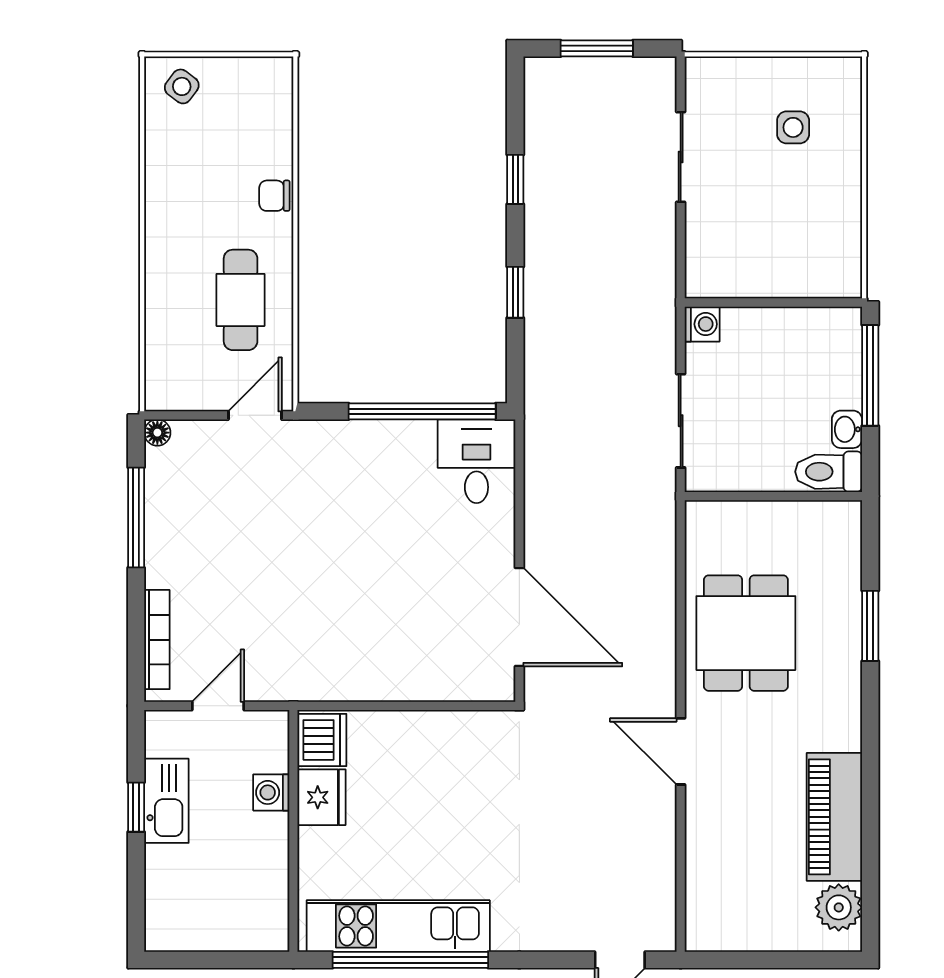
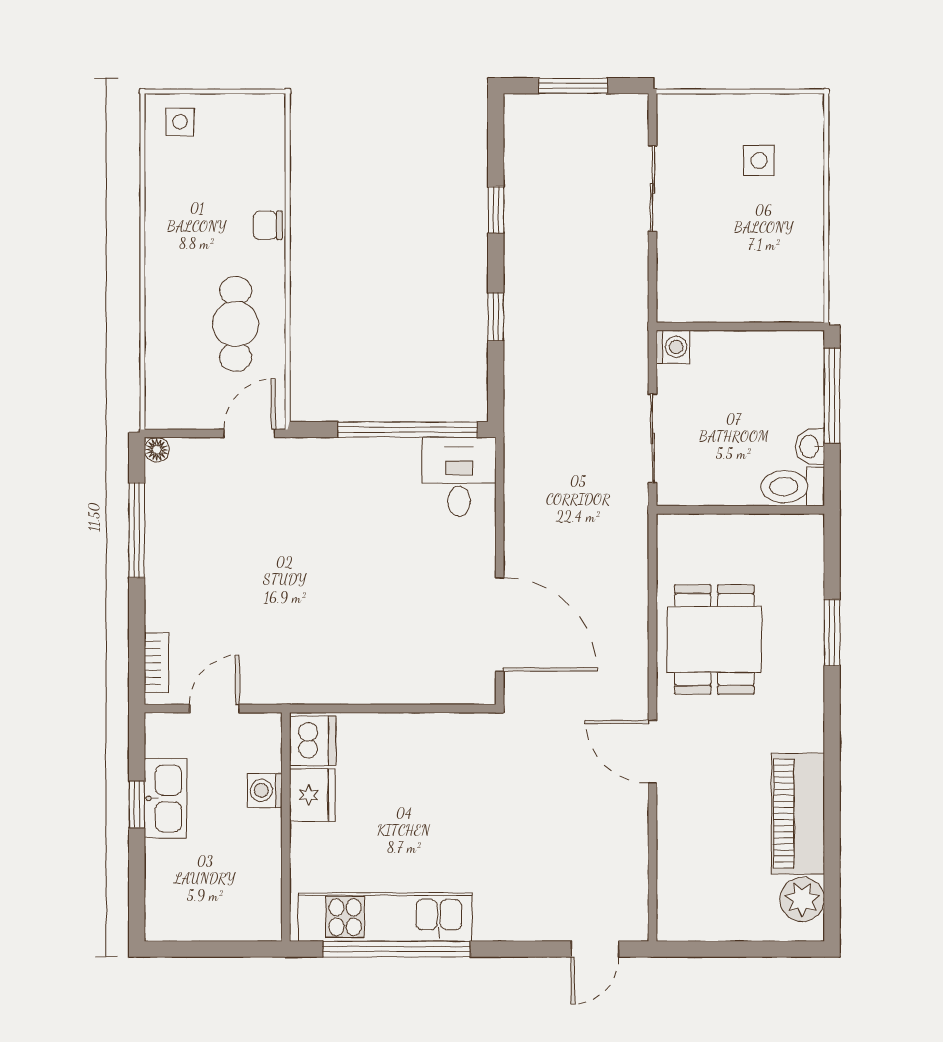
side table: (182, 86) -> (180, 122), turned -37
bookcase: (157, 640) -> (156, 663), width x0.64

